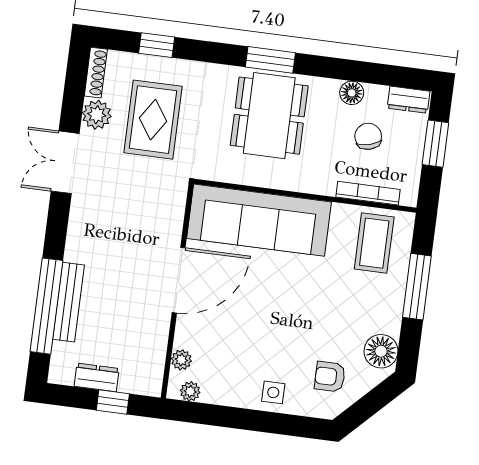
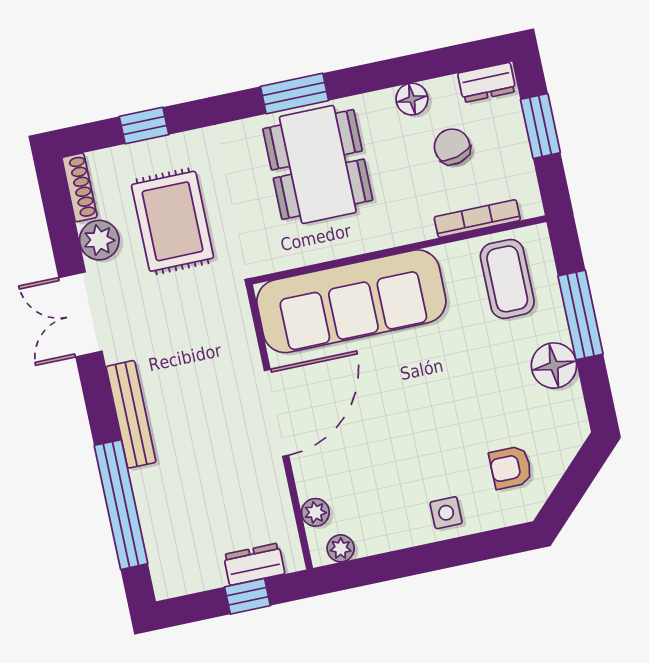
bench: (69, 302) -> (131, 414), moved
floor lamp: (381, 351) -> (554, 366), moved
dresser: (97, 377) -> (254, 564), moved

